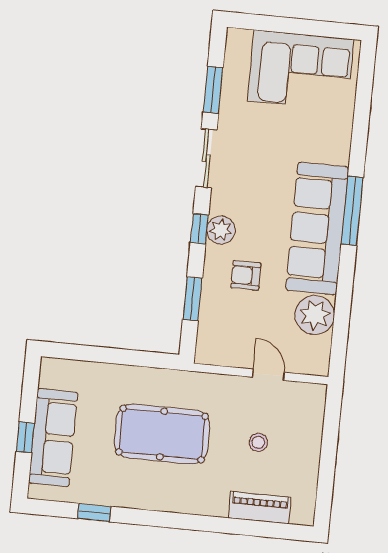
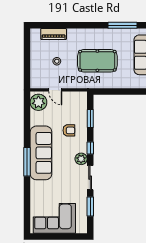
plant: (221, 230) -> (81, 159), moved
plant: (315, 315) -> (38, 102), moved
window: (94, 513) -> (122, 25), width x2.17

